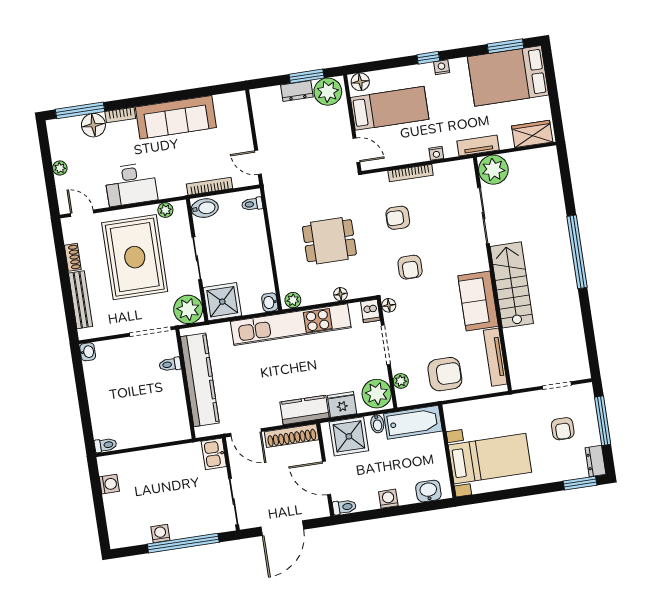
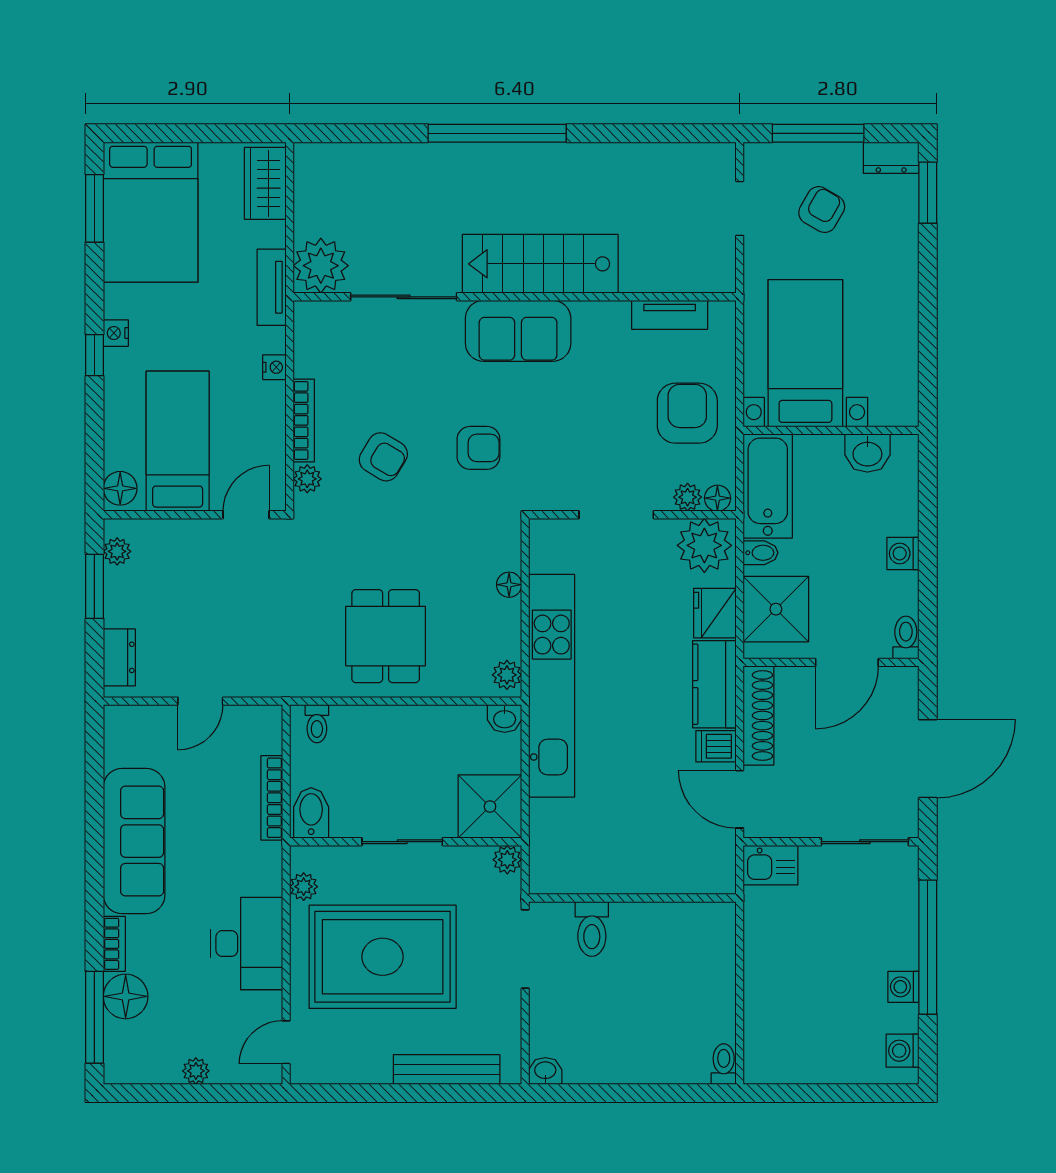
dresser: (297, 91) -> (119, 657), moved
plant: (328, 92) -> (117, 551), width x0.53, depth x0.53
door: (258, 162) -> (200, 701), moved
plant: (380, 180) -> (307, 479), added
armchair: (398, 218) -> (383, 457), turned -59
dining table: (329, 241) -> (386, 636), moved
shoe rack: (73, 257) -> (365, 1072), removed
sofa: (478, 301) -> (518, 331), moved
floor lamp: (389, 305) -> (717, 498), moved
plant: (188, 309) -> (507, 860), width x0.53, depth x0.53
dishwasher: (370, 311) -> (716, 746), moved, turned 180
tv unit: (495, 357) -> (670, 315), width x0.71
toilet: (170, 364) -> (592, 929), width x1.37, depth x1.39
kitchen counter: (200, 380) -> (629, 870), removed
armchair: (563, 429) -> (822, 210), turned -60
door: (246, 432) -> (740, 799), swing flipped
bed with nightstands: (490, 459) -> (805, 353), moved
washing machine: (109, 484) -> (903, 1051), moved, turned -90
washbasin: (428, 491) -> (867, 453), moved, turned -90
door: (282, 528) -> (928, 759), hinge flipped

